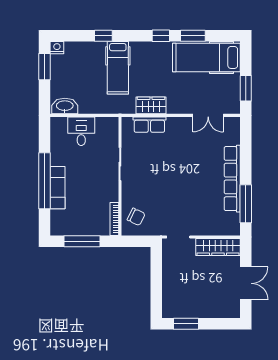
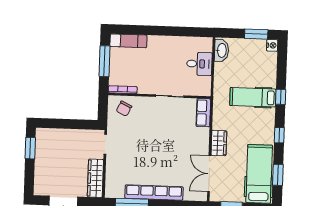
window: (103, 36) -> (281, 97), moved
window: (193, 36) -> (278, 175), moved
wardrobe: (151, 105) -> (219, 143), moved
double door: (208, 115) -> (209, 174), width x1.37
row of seats: (149, 125) -> (203, 113), moved
window: (44, 181) -> (158, 31), removed
exam couch: (57, 188) -> (128, 41), moved

